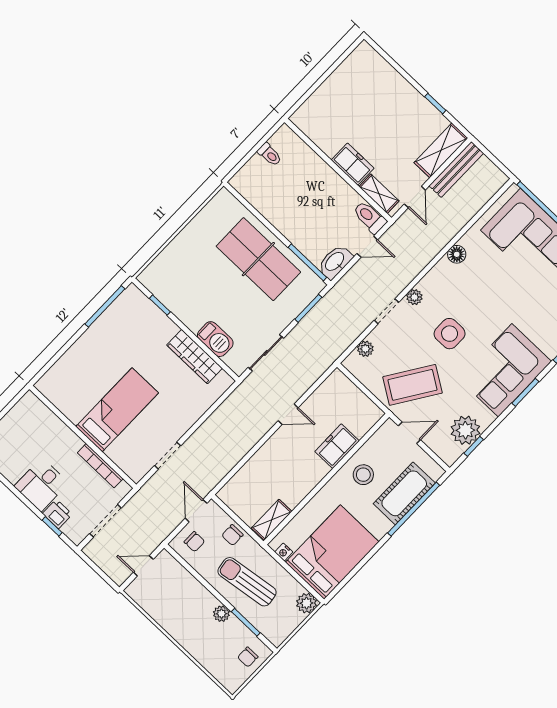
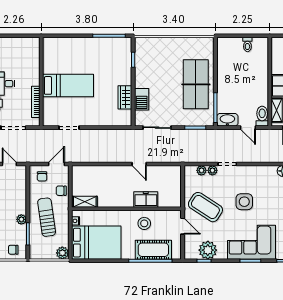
plant: (414, 297) -> (212, 170), moved
wardrobe: (195, 357) -> (125, 97), width x0.67

